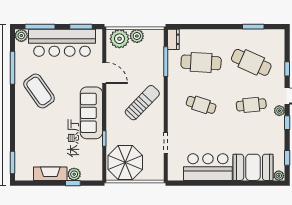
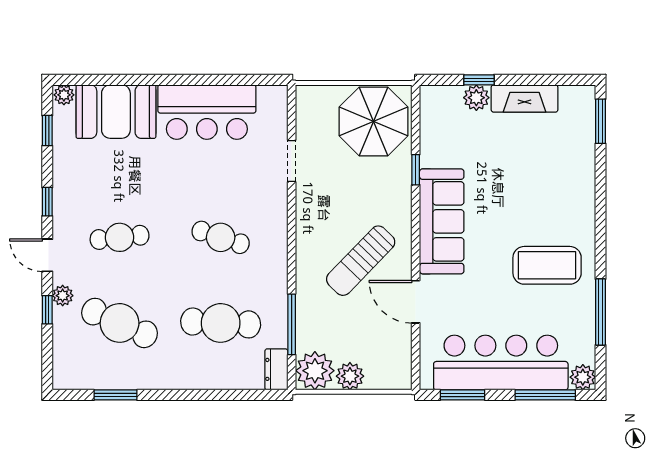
plant: (119, 39) -> (315, 371), moved
coffee table: (39, 91) -> (547, 265), turned -55
sun lounger: (142, 103) -> (361, 261), moved
plant: (279, 111) -> (63, 296), moved

